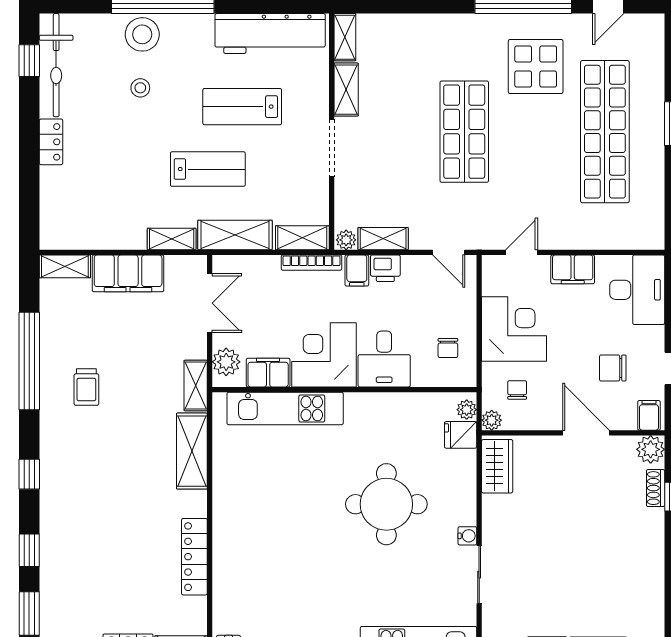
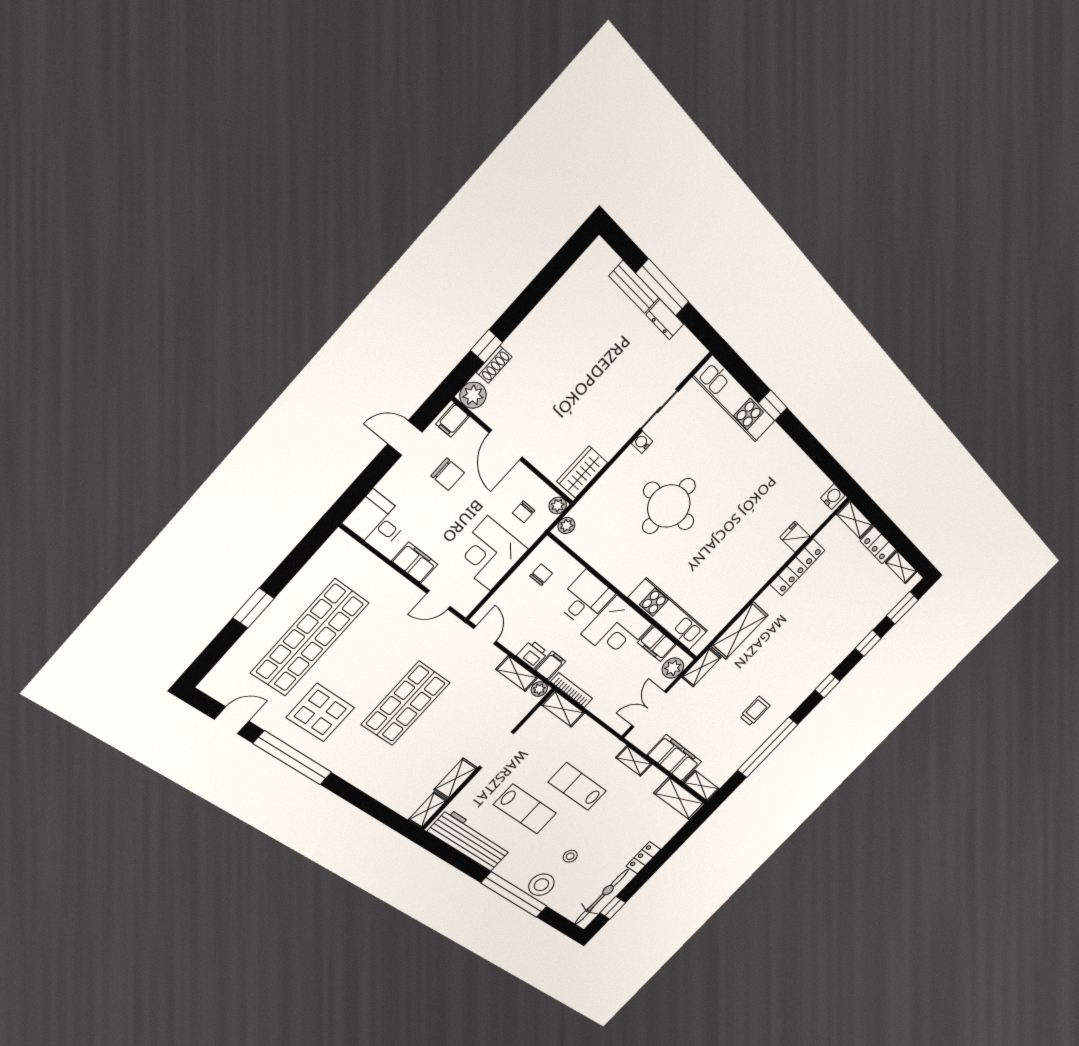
shelving: (235, 235) -> (679, 799), moved
desk: (637, 290) -> (377, 521), width x0.73
fridge: (461, 435) -> (795, 537), moved, turned 180

